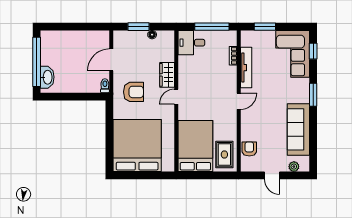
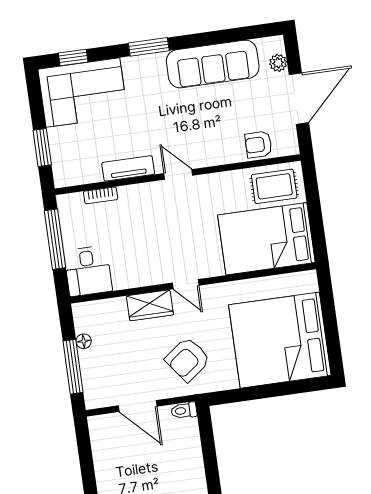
window: (139, 27) -> (73, 367), width x1.44
tv unit: (246, 68) -> (128, 168), width x0.71
armchair: (133, 92) -> (188, 359), turned -127
door: (272, 175) -> (299, 99), width x1.88

